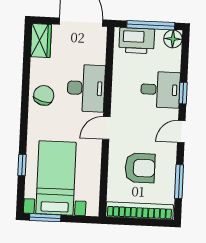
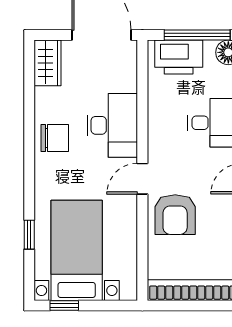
chair: (44, 95) -> (55, 138), turned 75
armchair: (140, 168) -> (175, 215), moved, turned 90
window: (45, 218) -> (64, 305), width x0.67

